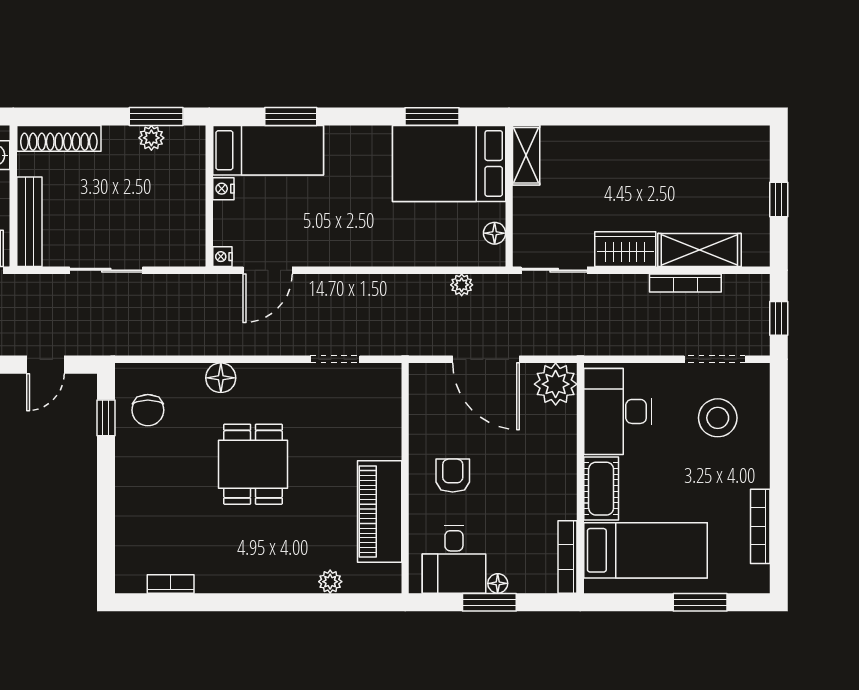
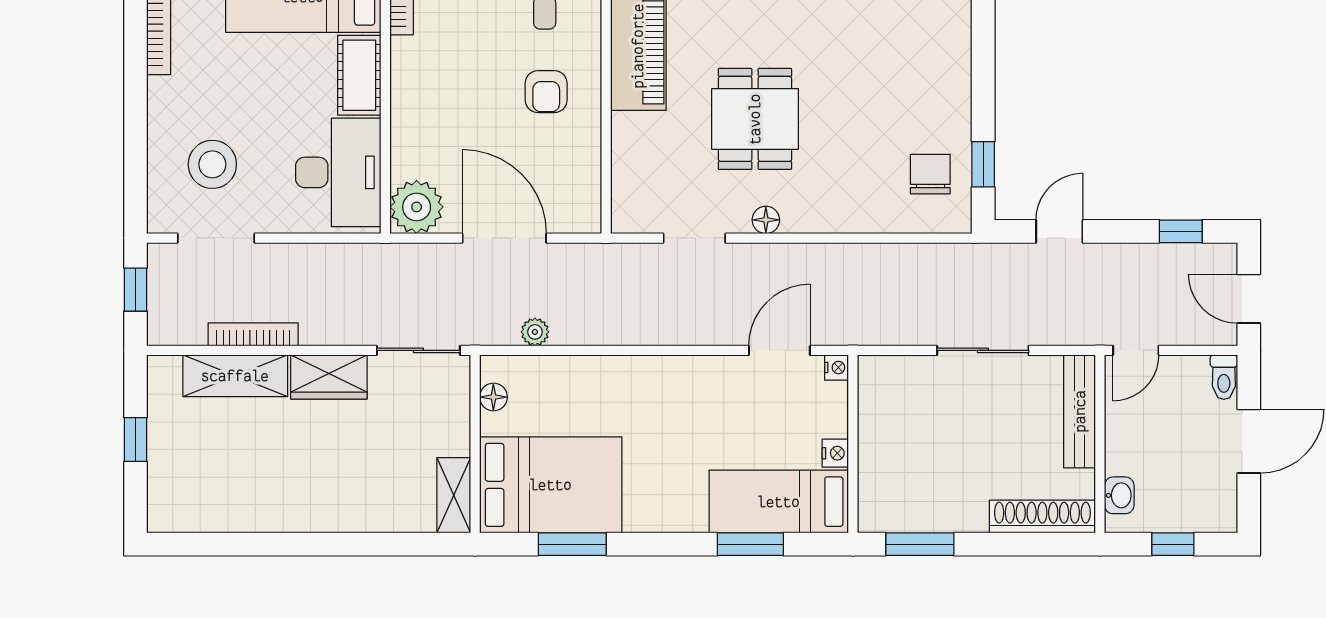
plant: (151, 138) -> (926, 517), removed
floor lamp: (221, 378) -> (766, 220), moved, width x0.73, depth x0.73
dining table: (253, 464) -> (755, 119), moved

